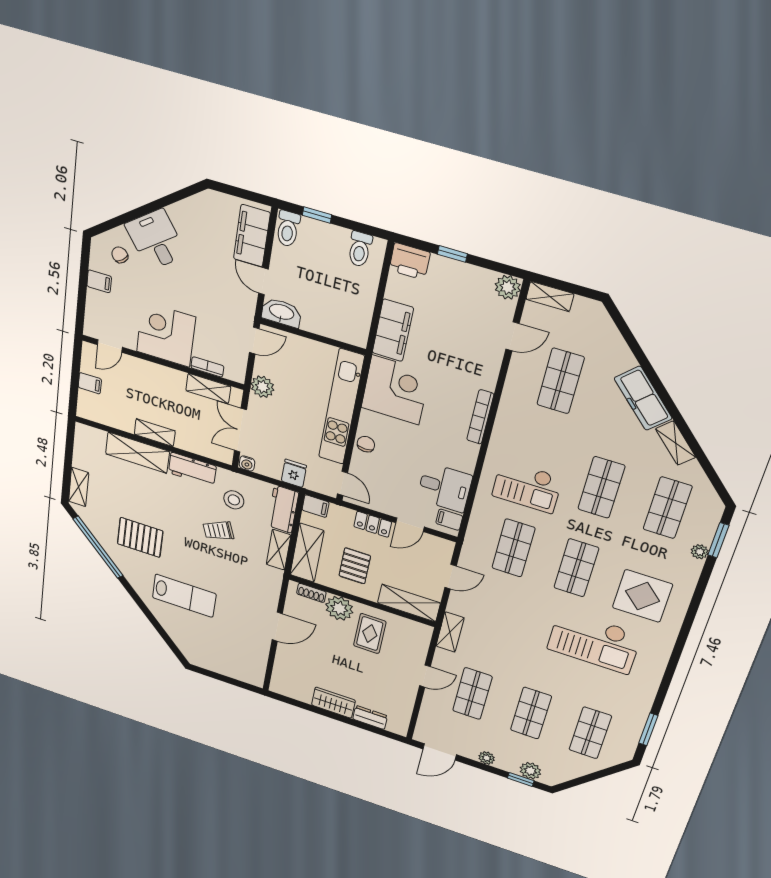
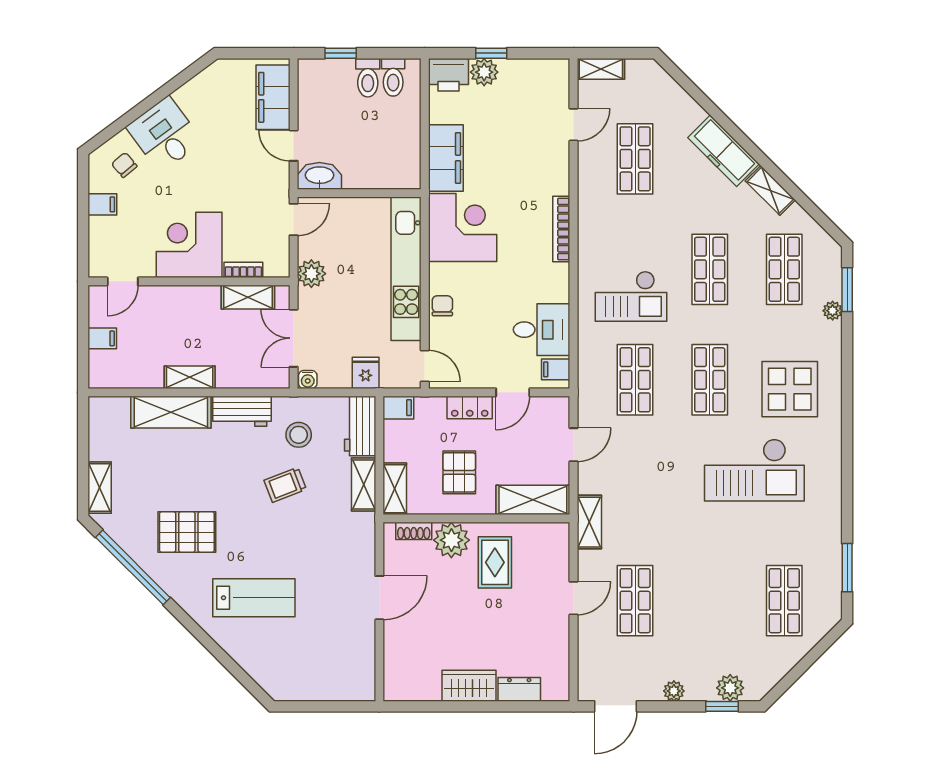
toilet: (288, 229) -> (368, 78), moved
plant: (508, 287) -> (484, 72), moved
shelving: (307, 553) -> (395, 489), width x0.67, depth x0.75
shop shelf: (531, 713) -> (710, 601), removed

